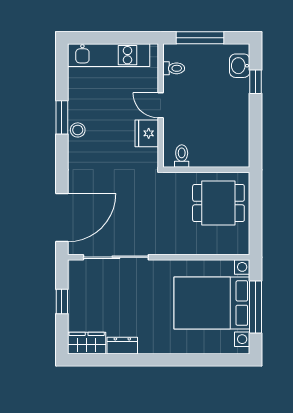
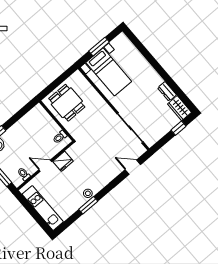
door: (161, 105) -> (45, 166), swing flipped
door: (62, 217) -> (133, 167), width x0.53
window: (62, 302) -> (179, 128), moved
bed with nightstands: (212, 303) -> (109, 72), width x0.73
window: (256, 307) -> (99, 47), width x0.69

